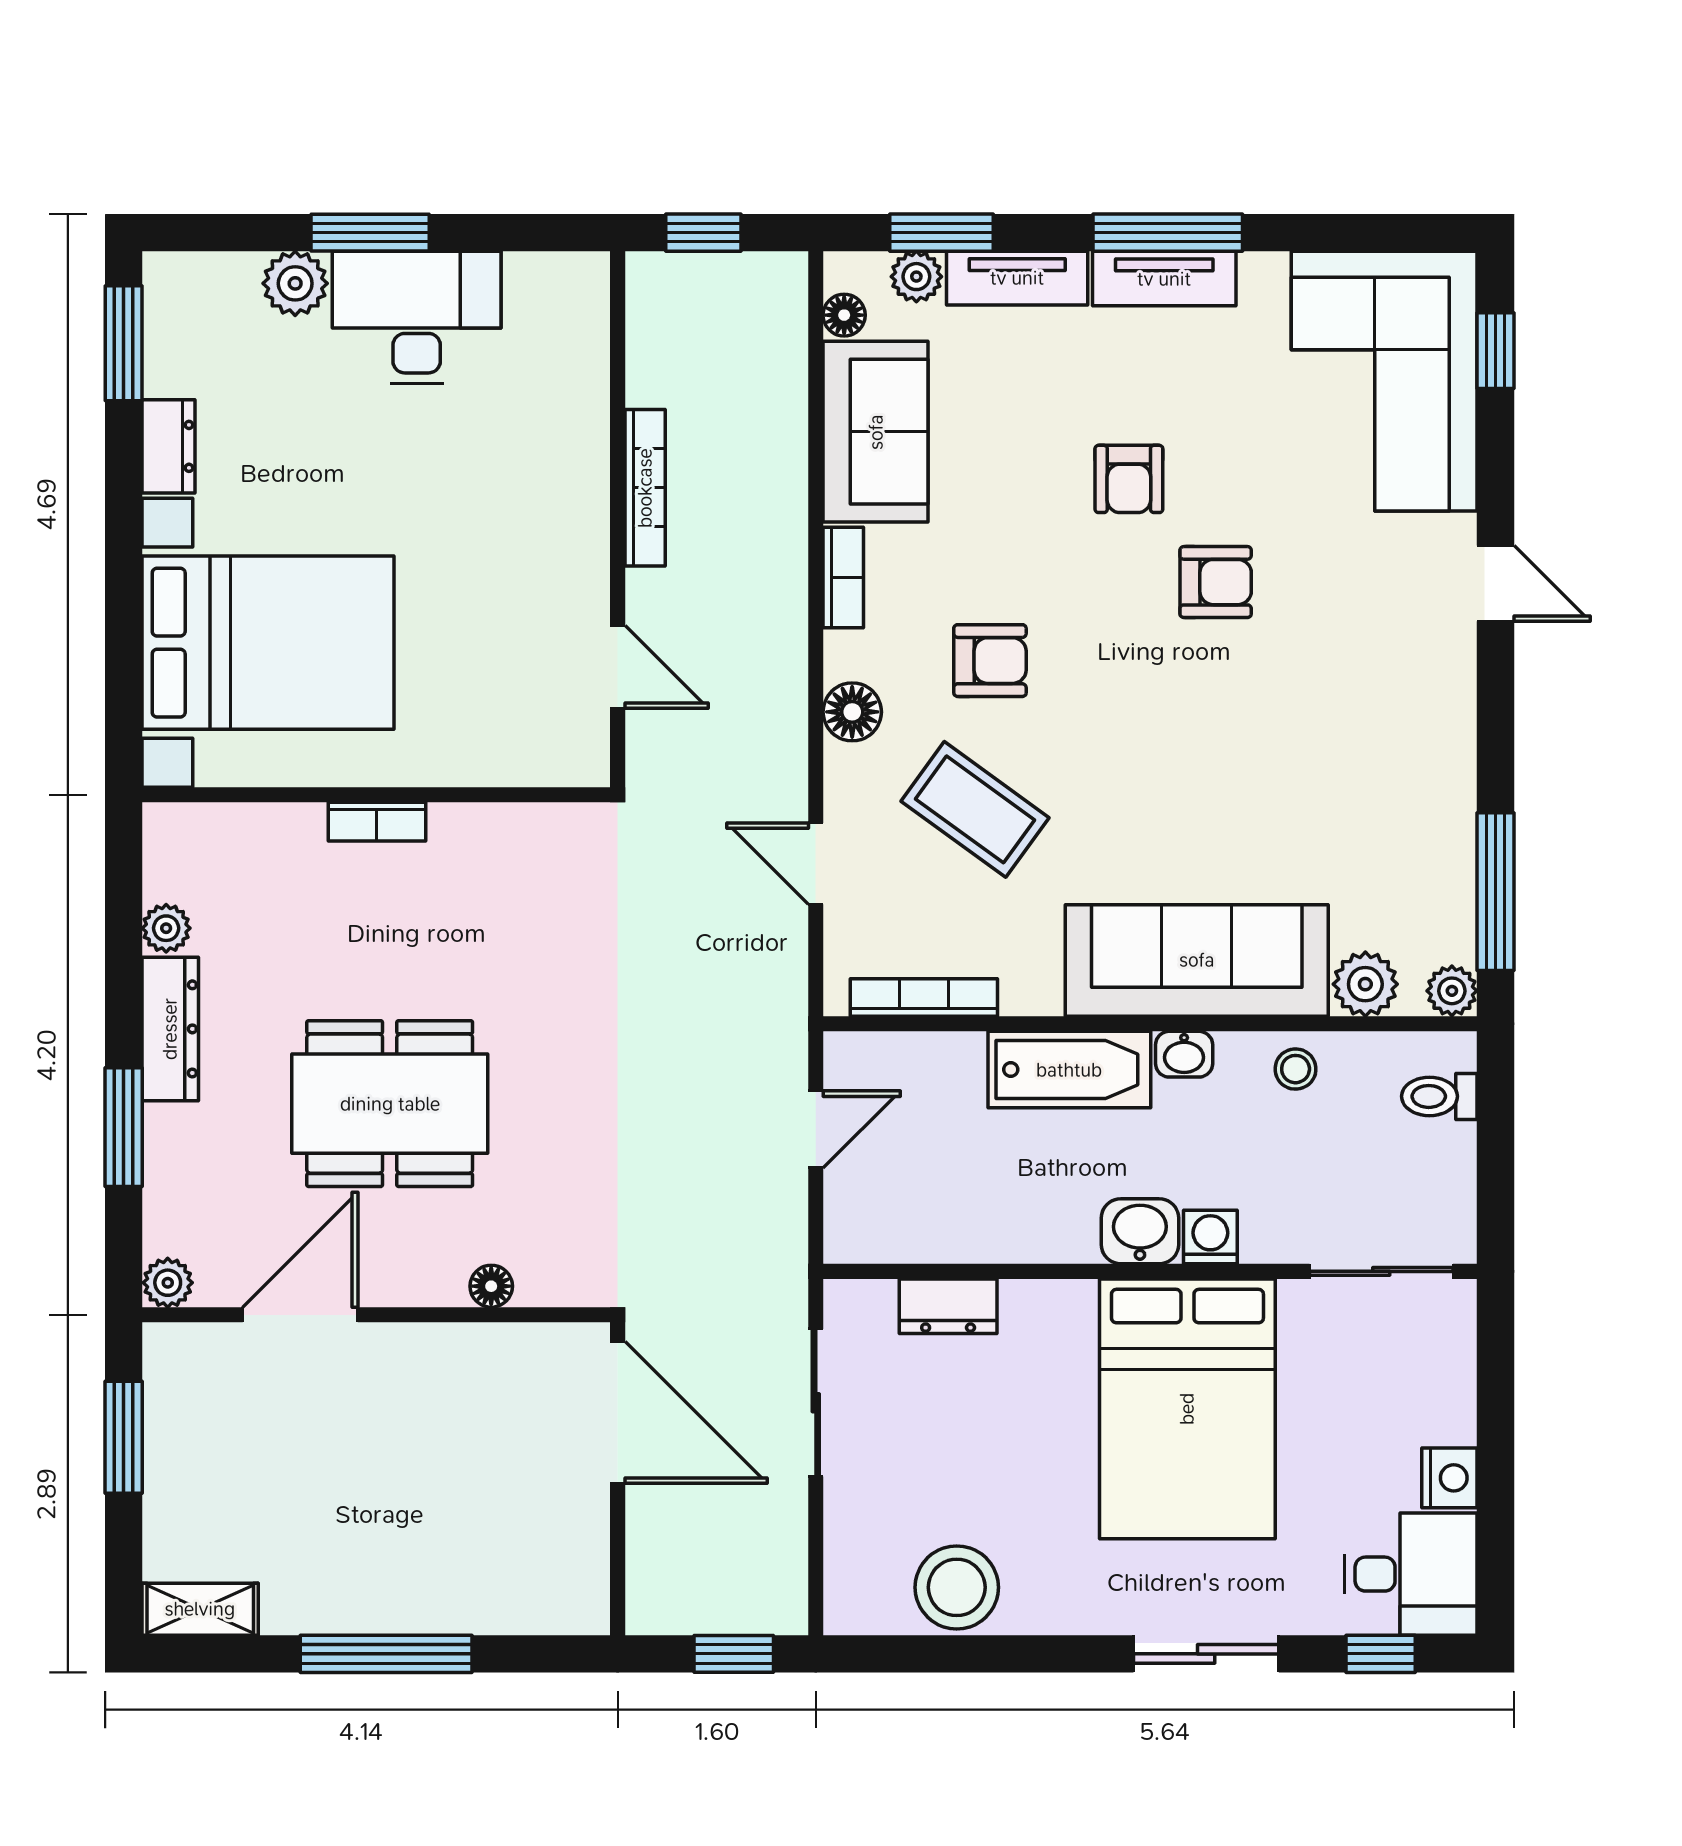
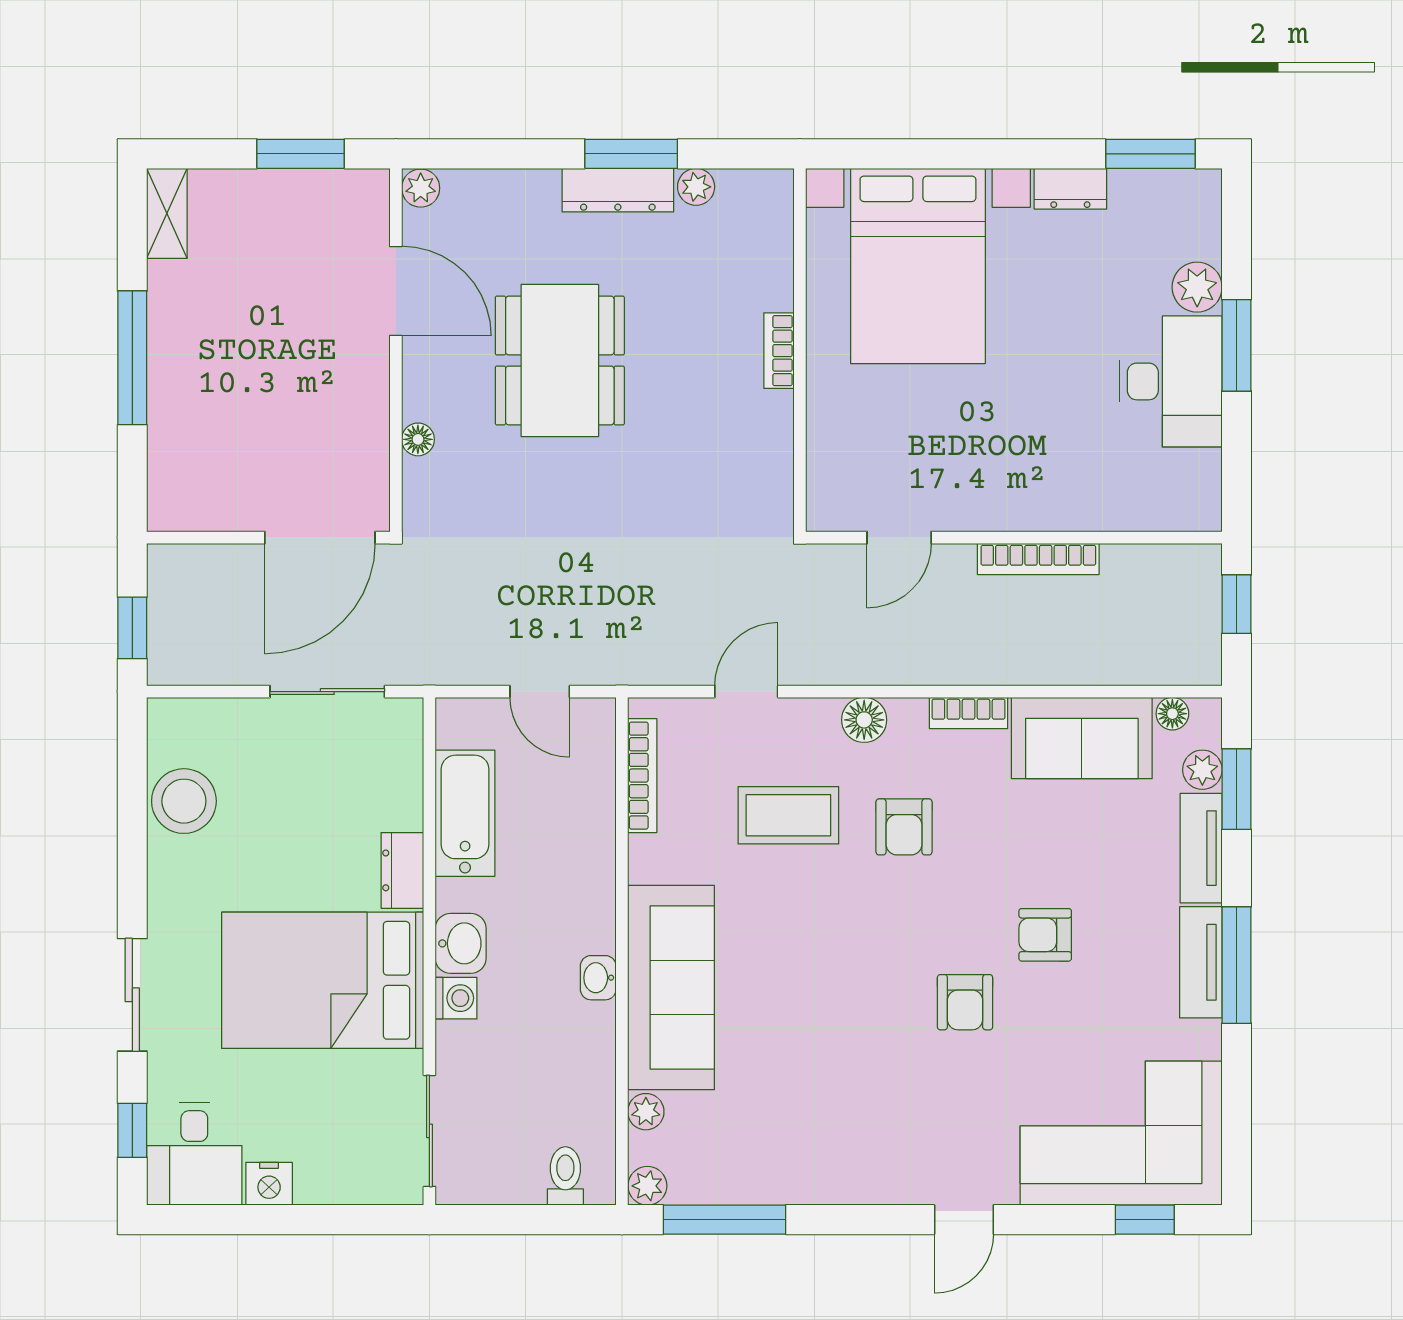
coffee table: (975, 809) -> (788, 815), turned 54
plant: (1365, 984) -> (646, 1112), width x0.73, depth x0.73
stool: (1296, 1069) -> (587, 1064), removed
bathtub: (1069, 1070) -> (465, 813), moved, turned 180
window: (124, 1127) -> (631, 154), moved
dresser: (948, 1306) -> (402, 870), moved

